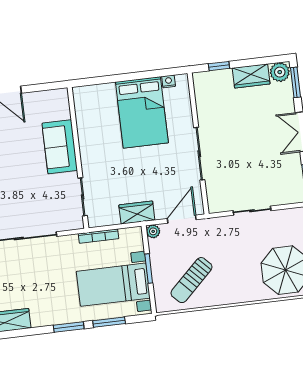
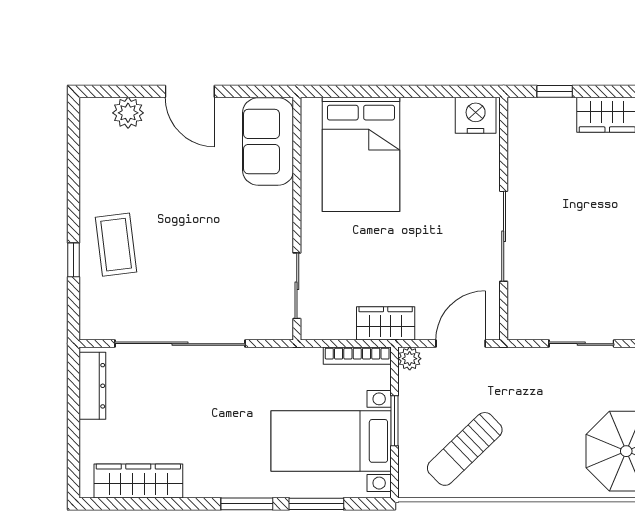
nightstand: (169, 81) -> (476, 115), width x1.89, depth x1.79
bed: (142, 112) -> (361, 154), moved
sofa: (60, 147) -> (268, 141), moved
bookcase: (99, 236) -> (357, 356), moved

